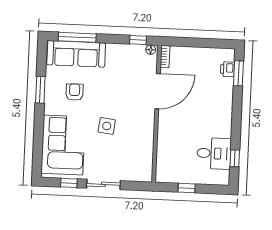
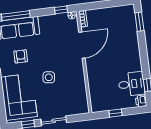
printer: (228, 69) -> (141, 101), moved

